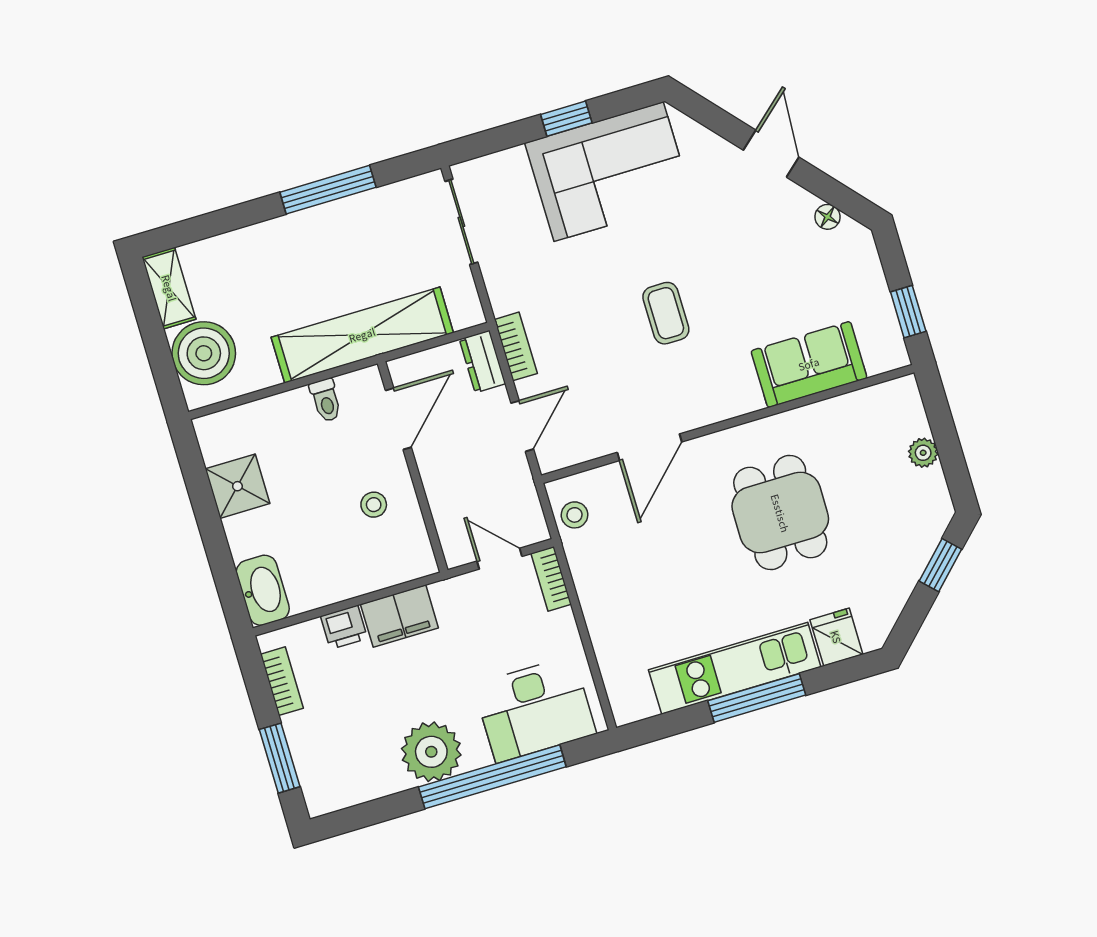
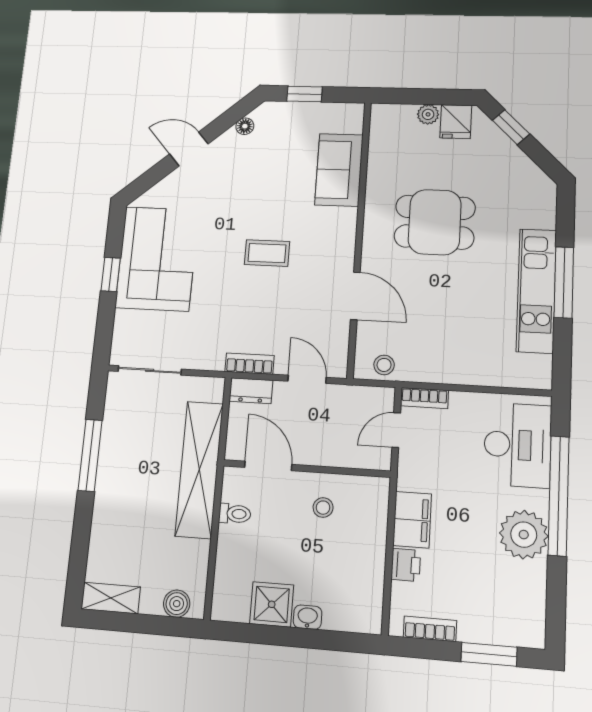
window: (908, 312) -> (305, 94), moved
boiler: (204, 353) -> (177, 604), width x0.54, depth x0.54
washbasin: (263, 590) -> (308, 617), moved, width x0.52, depth x0.69
fridge: (836, 637) -> (456, 122), moved, turned -90

